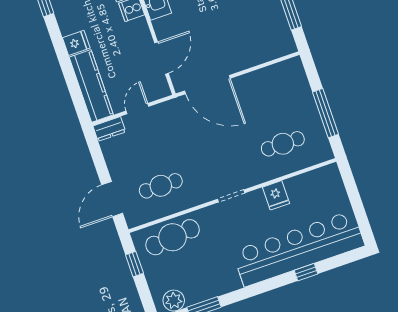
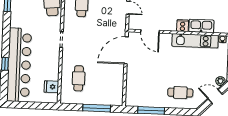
window: (326, 113) -> (97, 108), moved
fridge: (276, 195) -> (51, 87), moved

